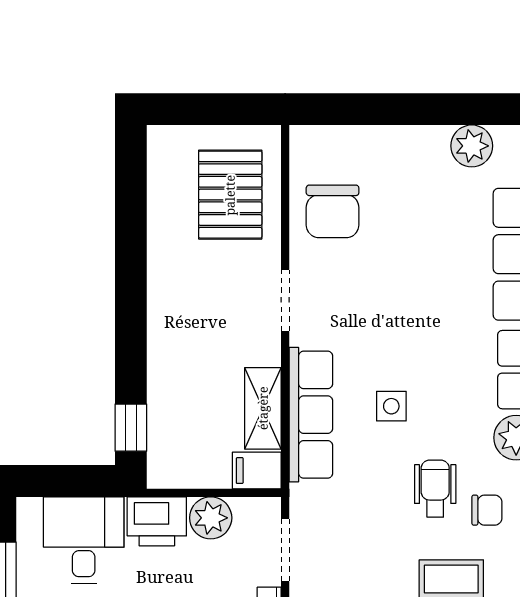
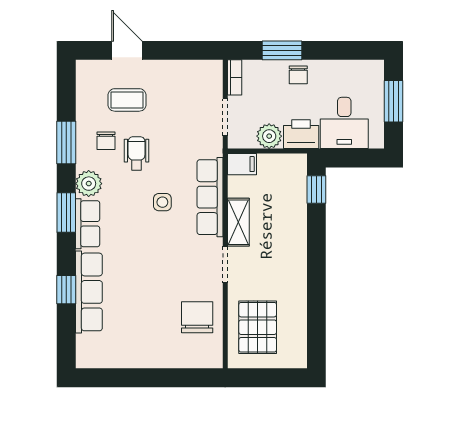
plant: (472, 146) -> (115, 356), removed
shelving: (263, 408) -> (238, 222), moved
wheelchair: (435, 489) -> (137, 153), turned 180
chair: (487, 510) -> (106, 141), turned -90

